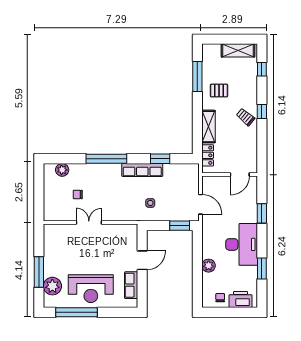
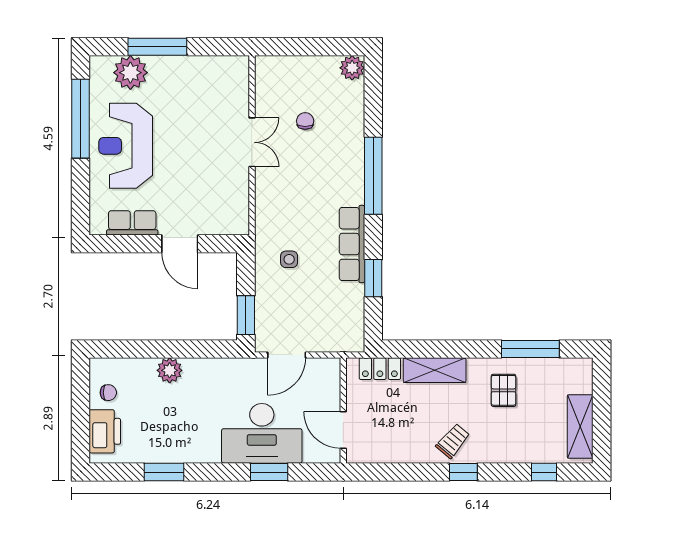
plant: (62, 170) -> (352, 68), moved
desk: (242, 244) -> (262, 433), moved

